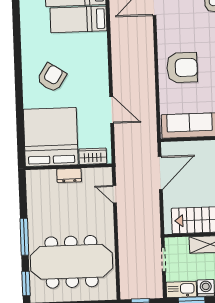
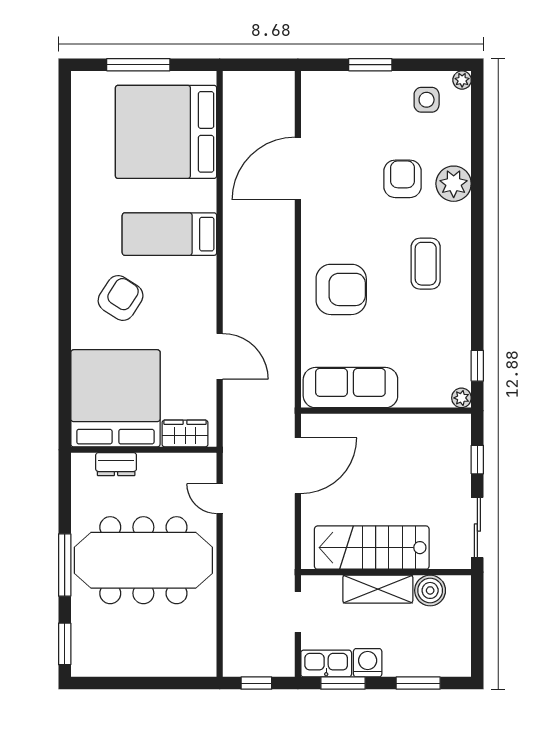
bed: (78, 19) -> (169, 234), moved
dresser: (69, 175) -> (116, 464), moved
meeting table: (71, 262) -> (143, 560), moved

